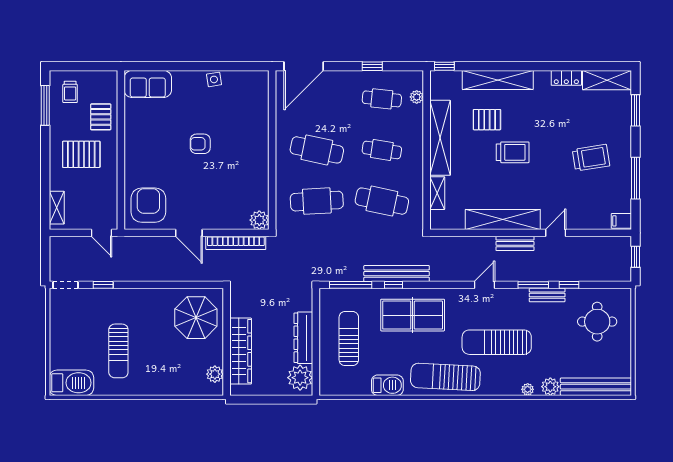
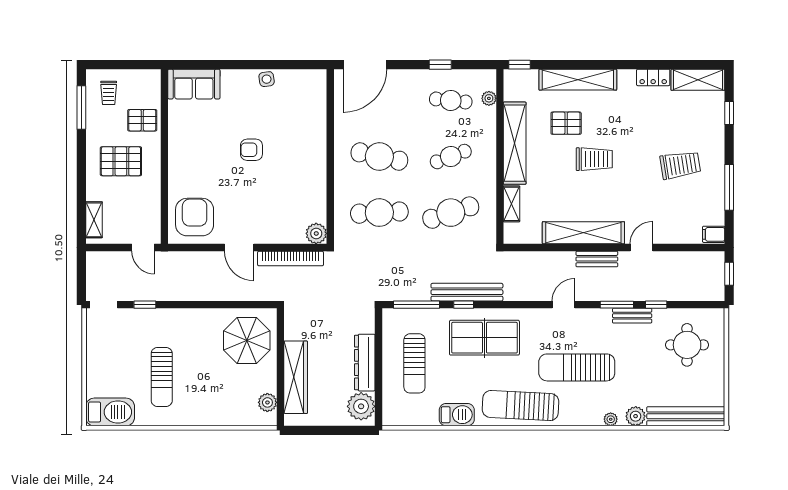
window: (636, 110) -> (729, 113), width x0.67
pallet: (101, 117) -> (142, 120), turned 90
cafe table: (382, 150) -> (451, 157), turned -30
cafe table: (382, 201) -> (451, 213), turned -30
sun lounger: (349, 339) -> (414, 363), turned 180

